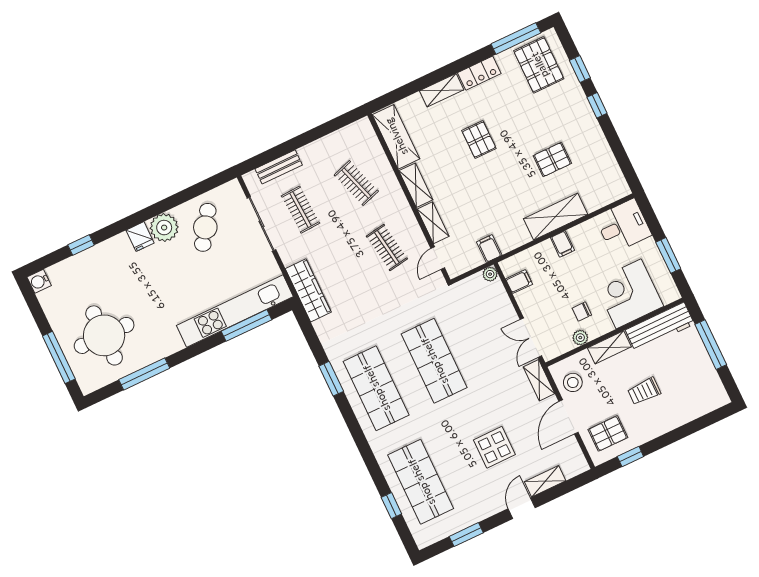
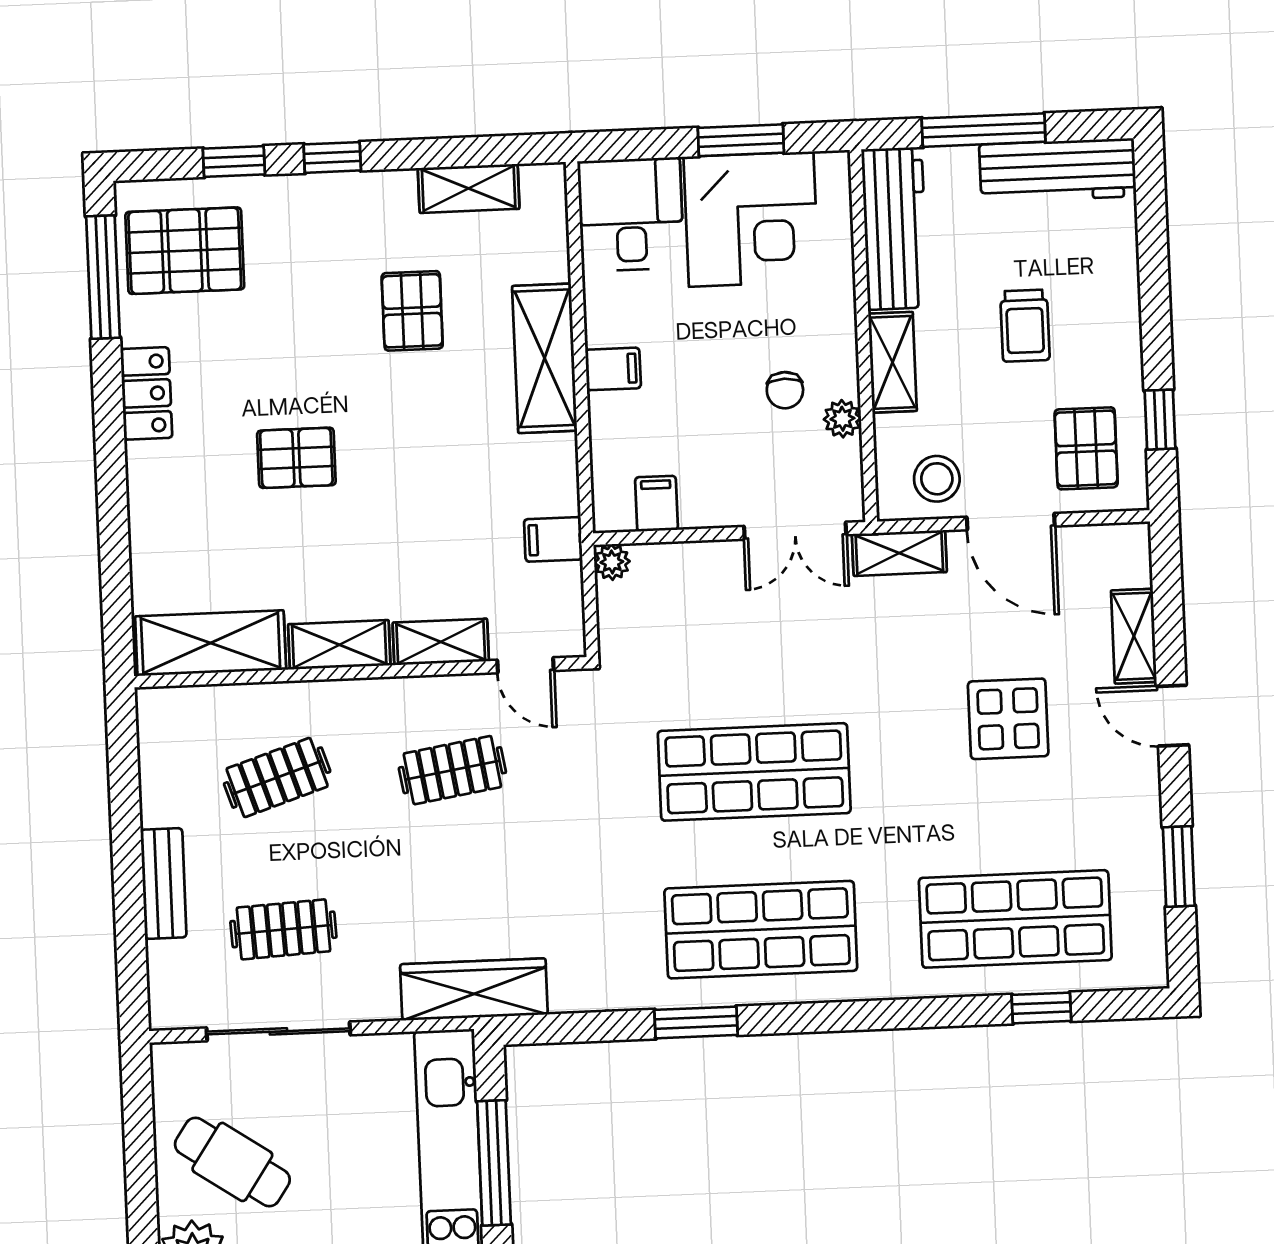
shelving: (442, 90) -> (469, 188), moved, turned 90
bench: (279, 167) -> (164, 883), moved
corner desk: (629, 294) -> (751, 219), moved, turned -90
workbench: (707, 379) -> (1058, 170), added

